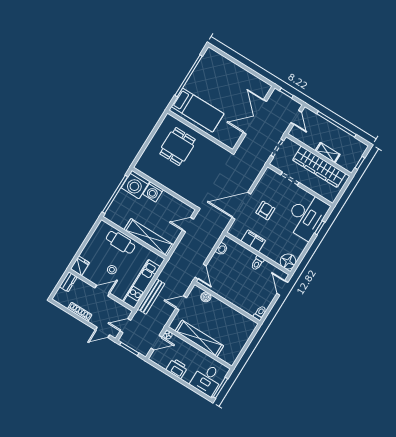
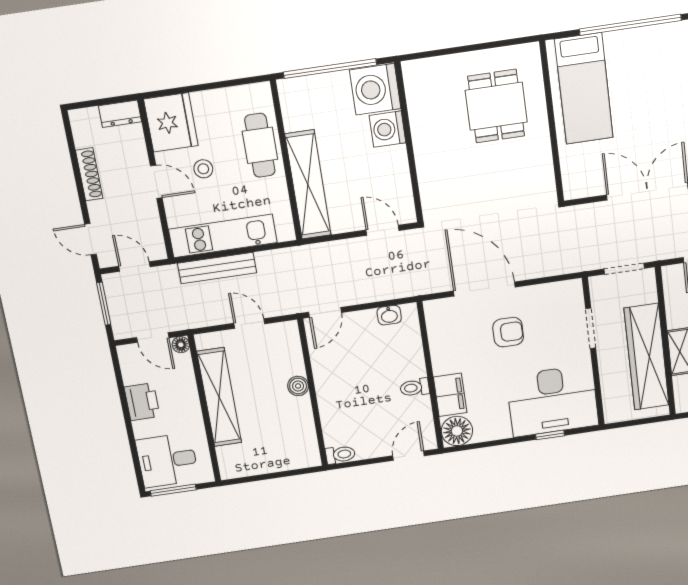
dining table: (177, 147) -> (496, 106), turned 90
filing cabinet: (253, 241) -> (450, 395), moved
fridge: (80, 266) -> (171, 122), width x1.88, depth x1.34
boiler: (206, 297) -> (298, 386), moved

